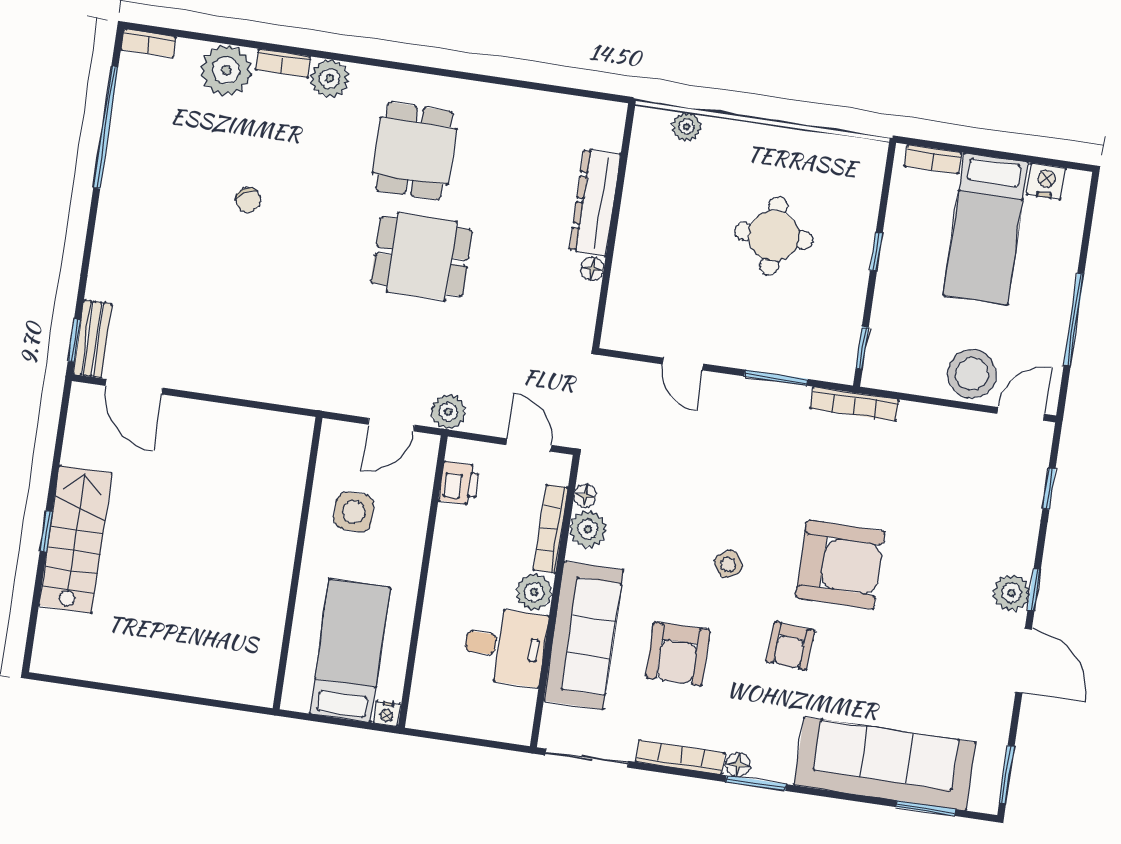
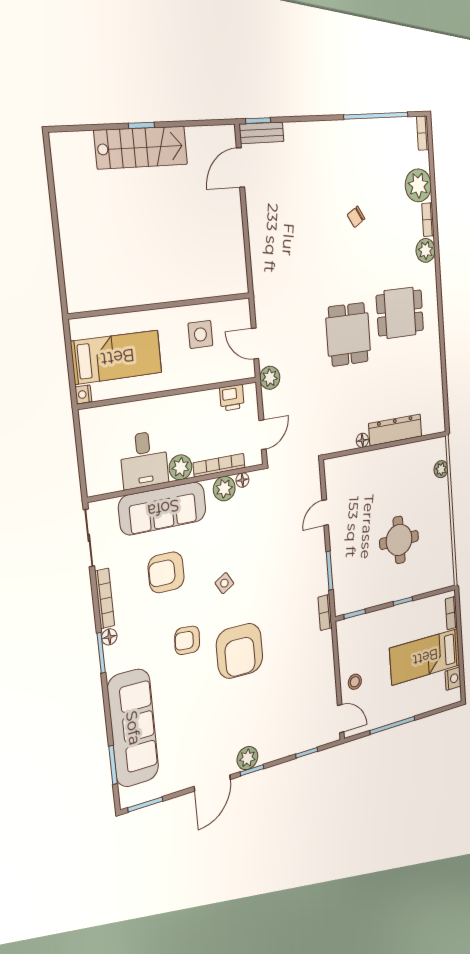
stool: (972, 374) -> (355, 682), width x0.53, depth x0.53
bookcase: (854, 404) -> (325, 612), width x0.64

